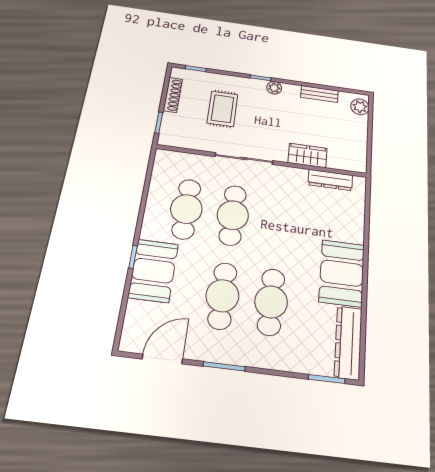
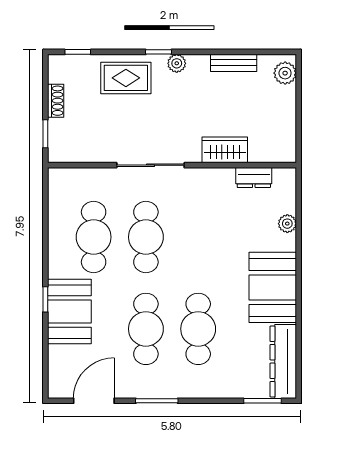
shoe rack: (173, 95) -> (56, 101), width x0.70
rug: (223, 109) -> (126, 78), moved, turned 90
dresser: (330, 180) -> (254, 178), width x0.70
plant: (357, 221) -> (287, 224), added

